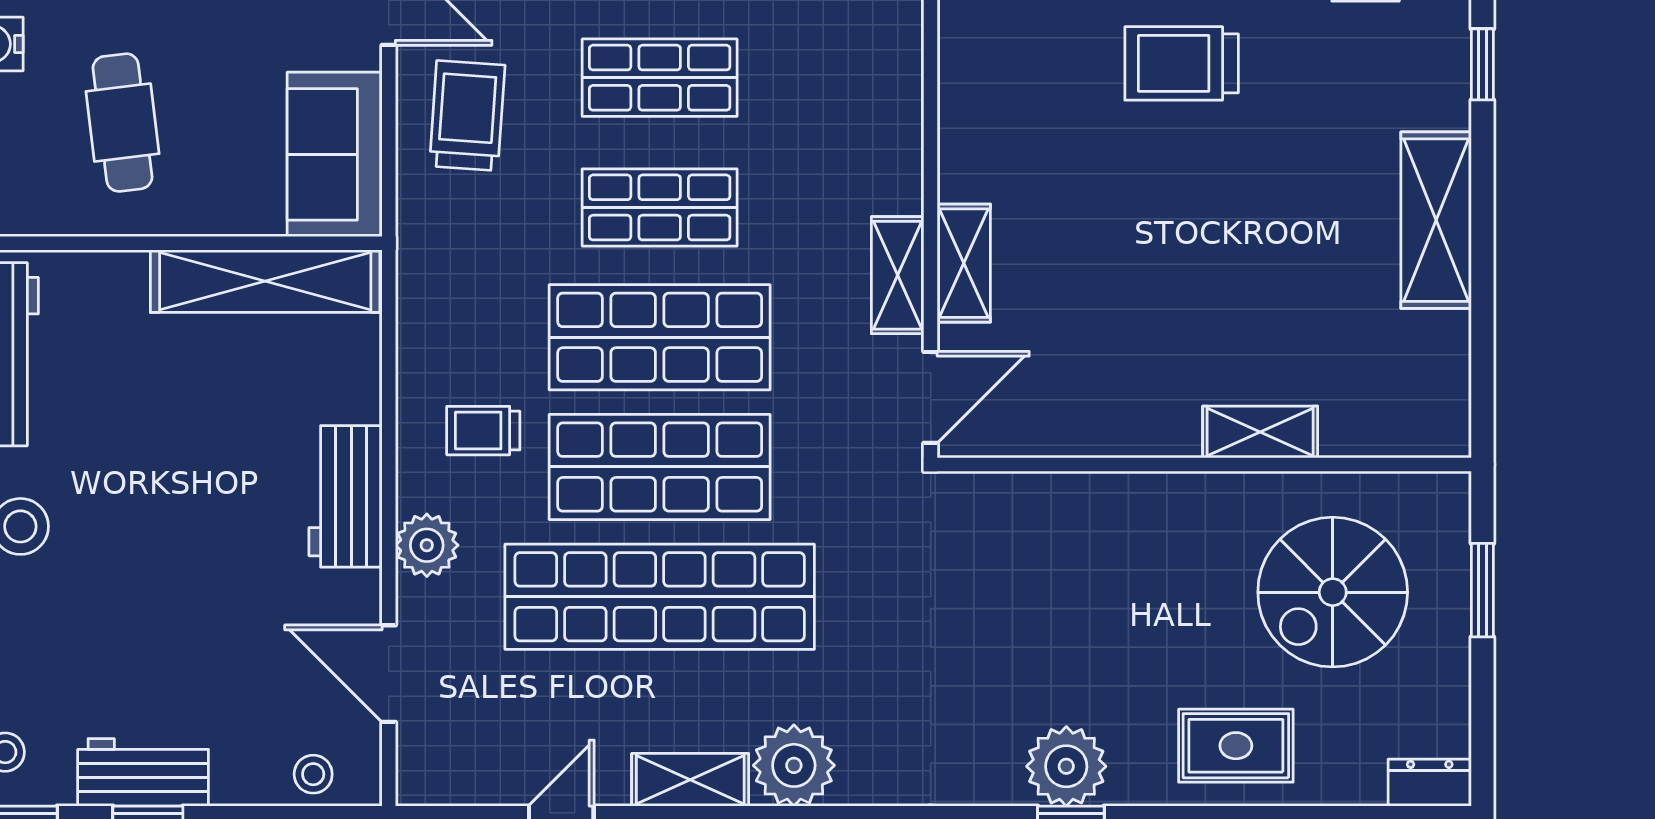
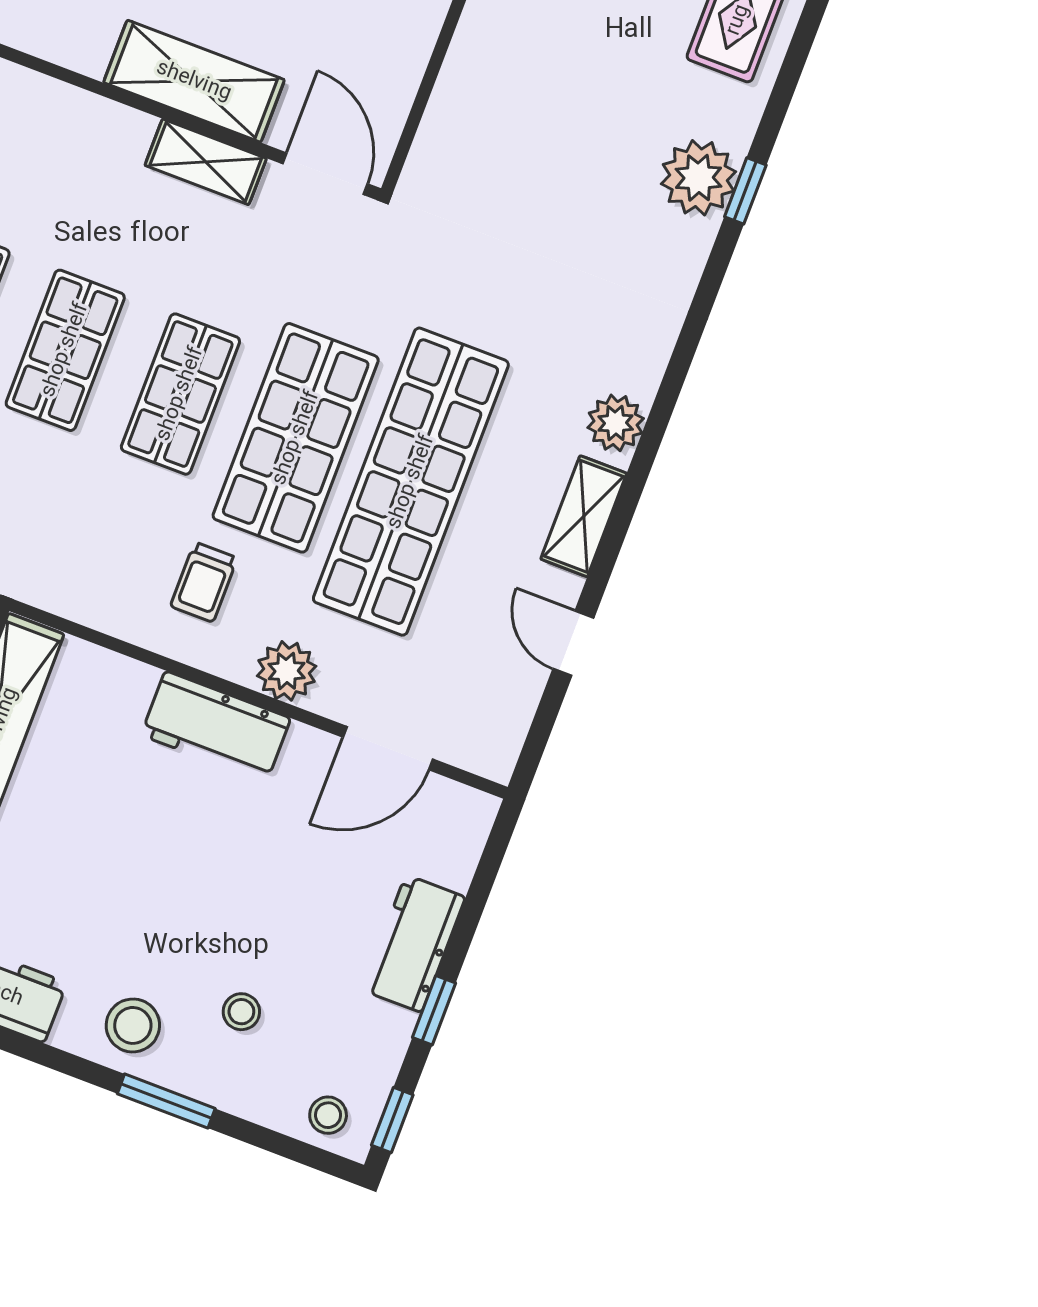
shelving: (964, 263) -> (194, 81), width x1.50, depth x1.33
shop shelf: (660, 337) -> (180, 394), width x0.70, depth x0.74
plant: (794, 765) -> (616, 423), width x0.73, depth x0.73
workbench: (143, 772) -> (414, 944), moved
stool: (313, 774) -> (241, 1012), moved

